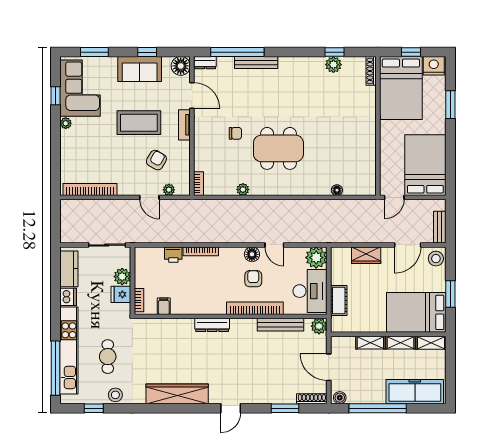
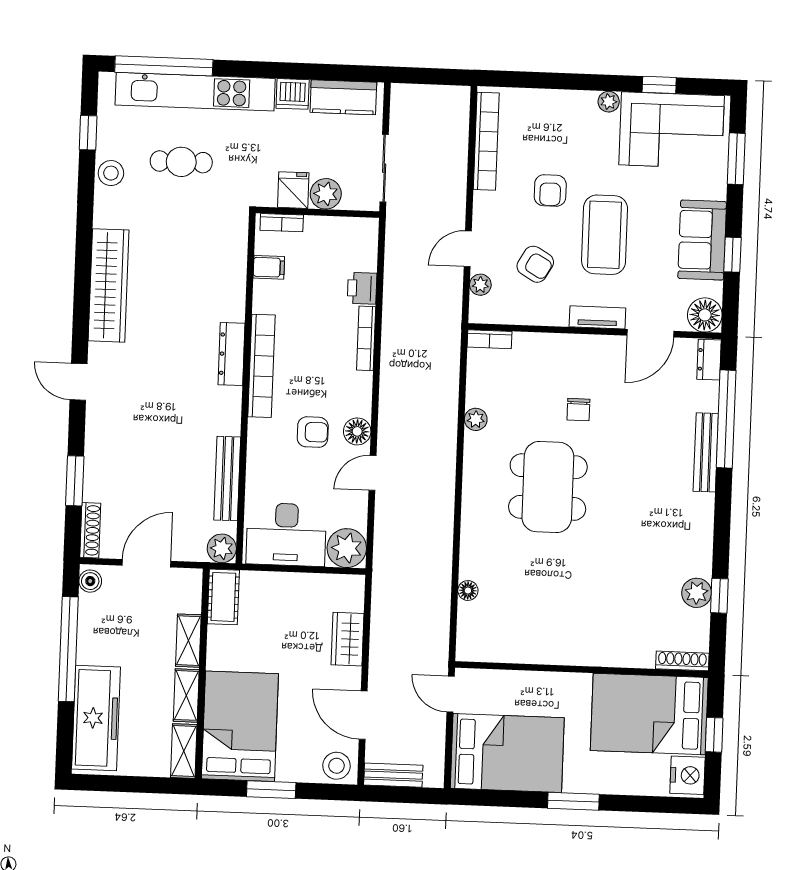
window: (450, 105) -> (573, 801), moved
armchair: (116, 153) -> (550, 190), added
cot: (339, 300) -> (223, 597), moved, turned 90
bookcase: (255, 308) -> (261, 366), moved

